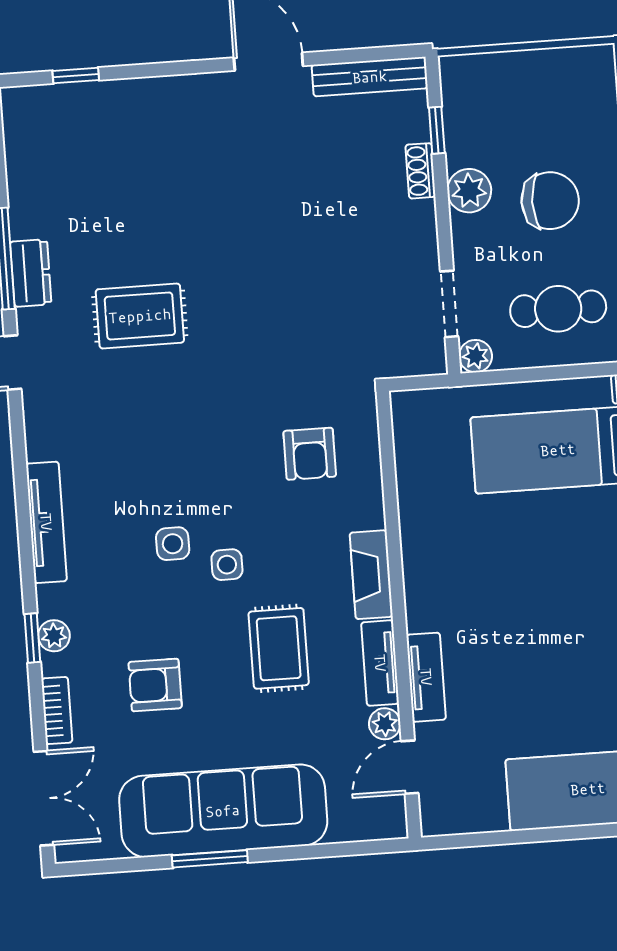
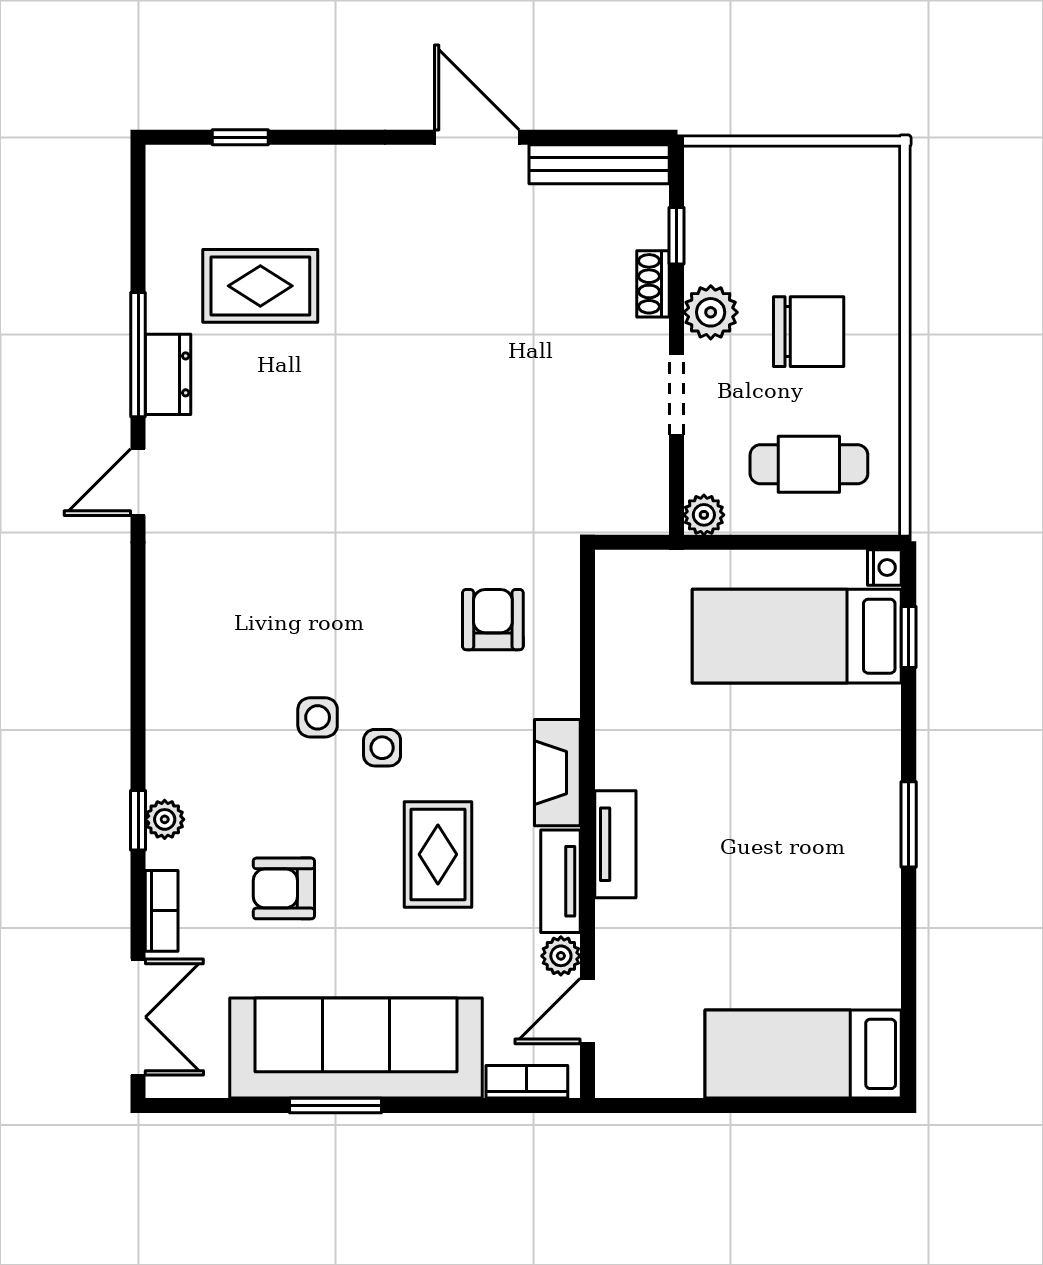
doorway: (449, 304) -> (676, 395), moved
rug: (140, 316) -> (260, 286), moved
armchair: (310, 454) -> (493, 620), turned 180
tv unit: (46, 522) -> (165, 680), removed
tv unit: (426, 677) -> (615, 844), moved
bookcase: (364, 828) -> (527, 1082), added

